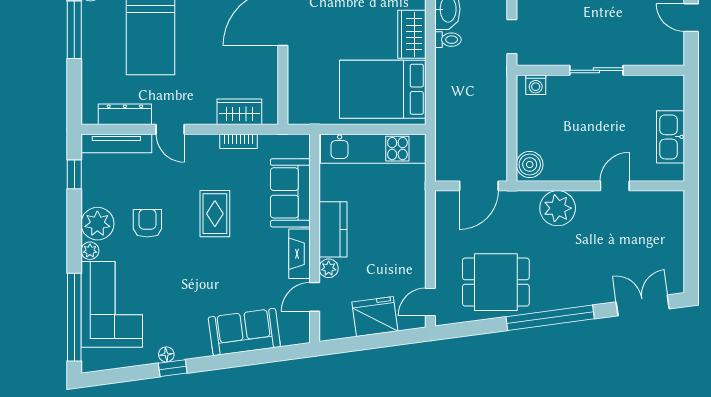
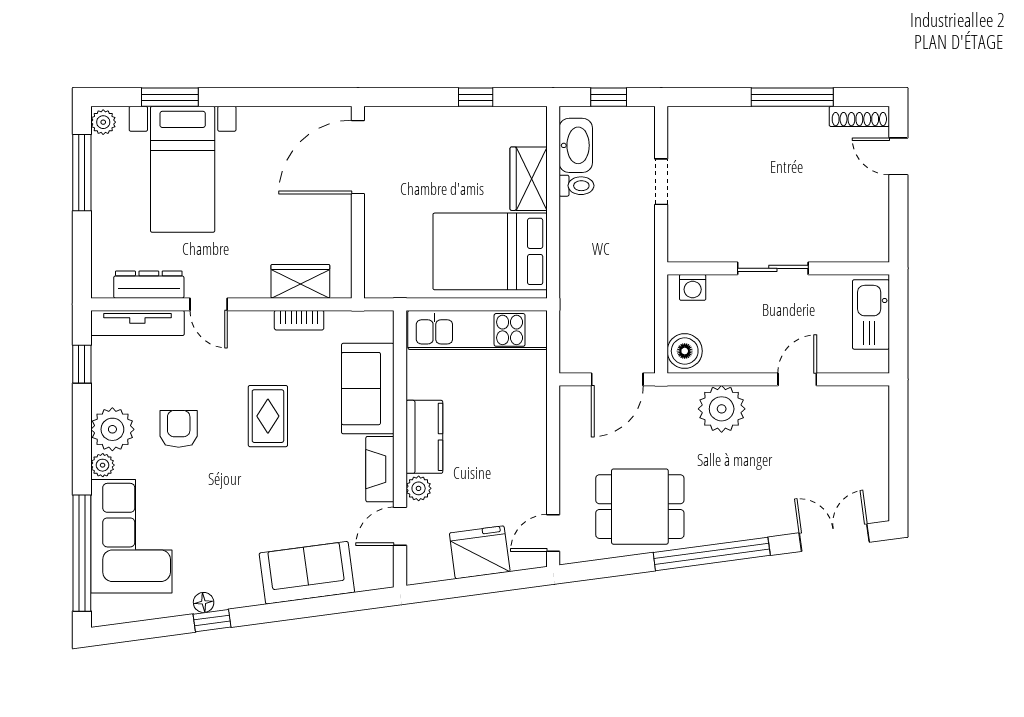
sliding door: (596, 70) -> (773, 268), moved
wall: (600, 70) -> (778, 268), moved
washing machine: (536, 85) -> (693, 287), moved

